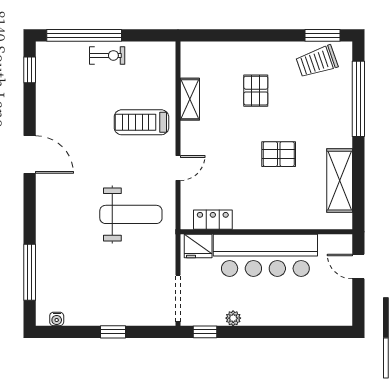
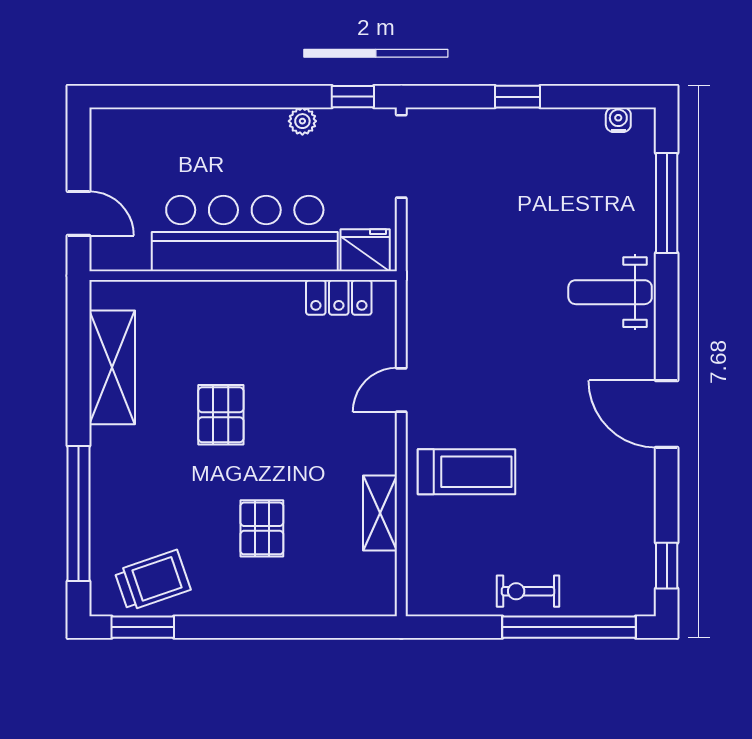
pallet: (279, 154) -> (221, 415), turned 90
weight bench: (131, 214) -> (610, 292), moved, width x0.73, depth x0.75

